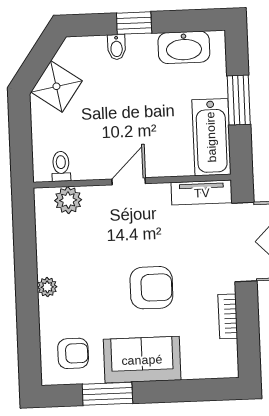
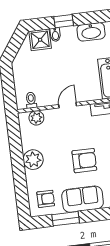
shower: (56, 86) -> (40, 40), moved, turned -35
plant: (47, 287) -> (33, 160), width x1.88, depth x1.88

